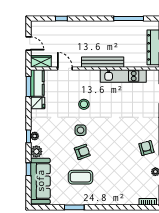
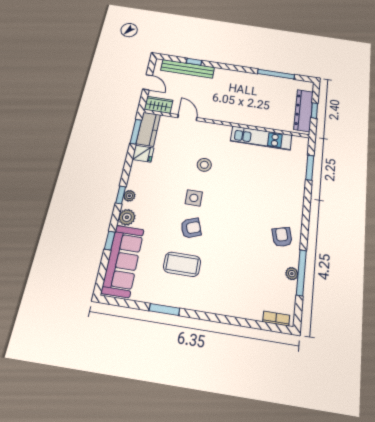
bench: (103, 62) -> (188, 69), moved

